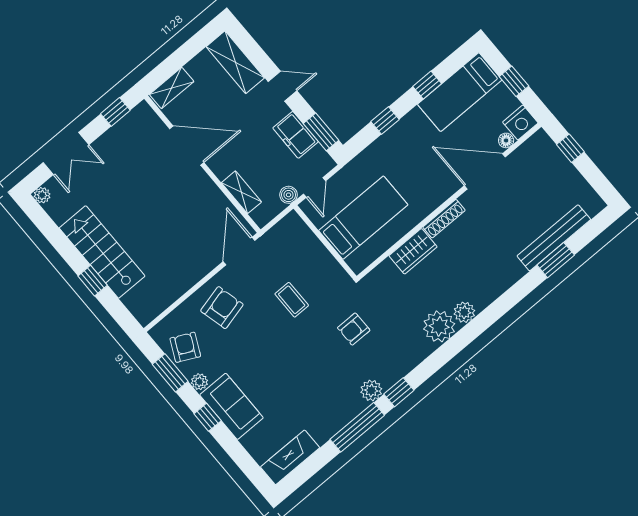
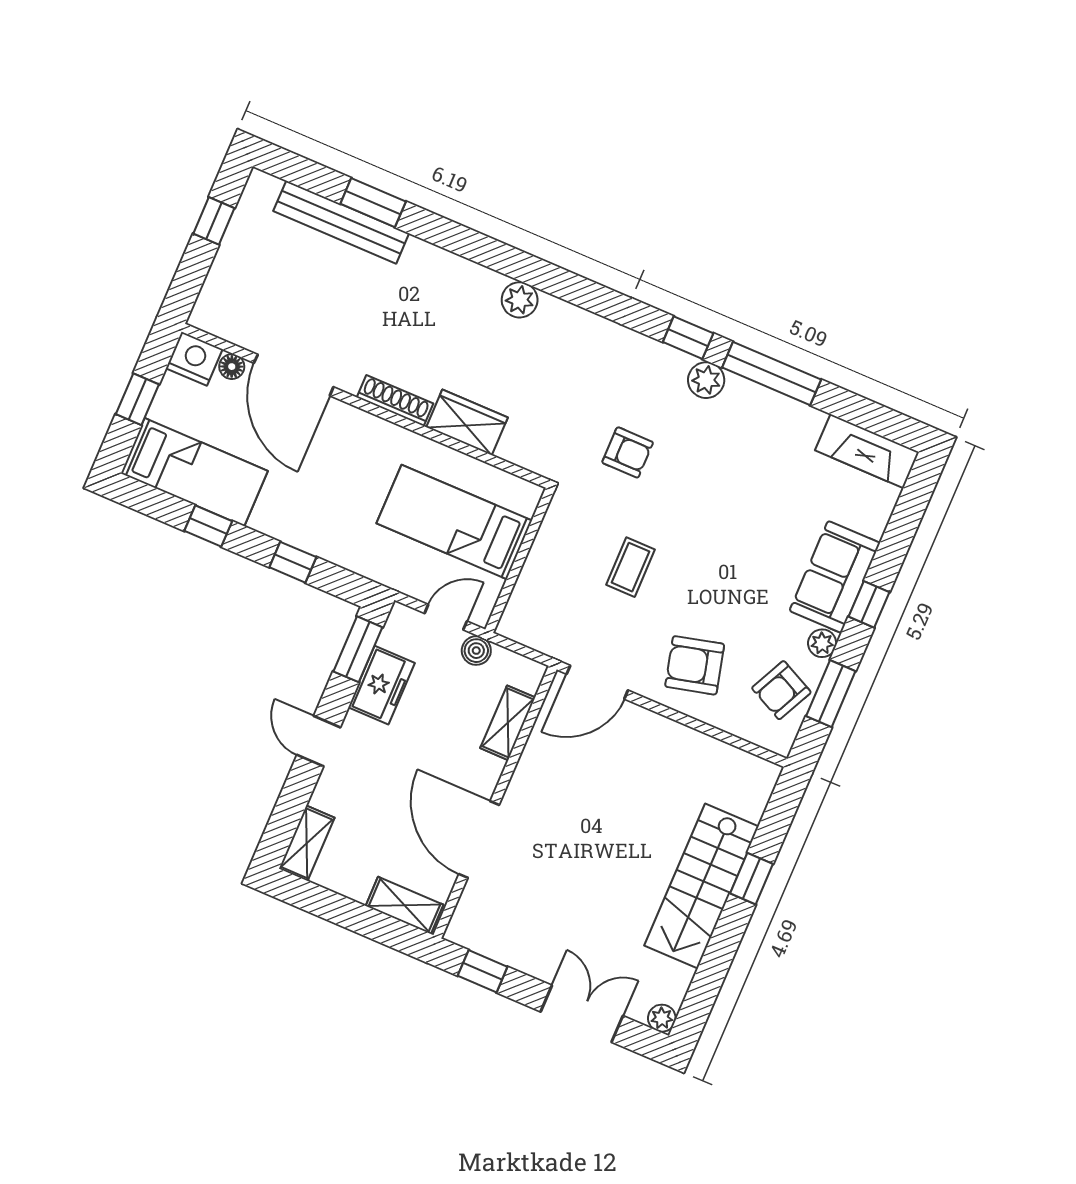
shelving: (235, 62) -> (307, 843), width x0.67, depth x0.75
window: (570, 148) -> (214, 221), moved
plant: (439, 326) -> (560, 327), removed

